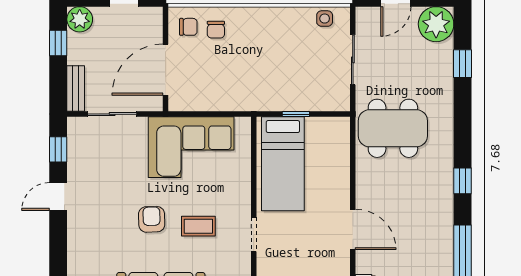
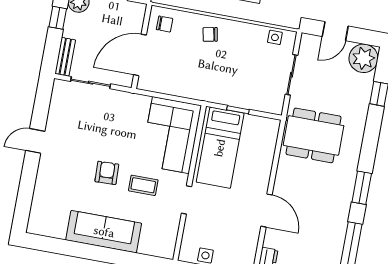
chair: (216, 30) -> (210, 34), moved, turned 79
corner sofa: (191, 147) -> (171, 135), moved, turned 90
window: (58, 149) -> (42, 103), removed
window: (463, 181) -> (362, 188), width x1.50

